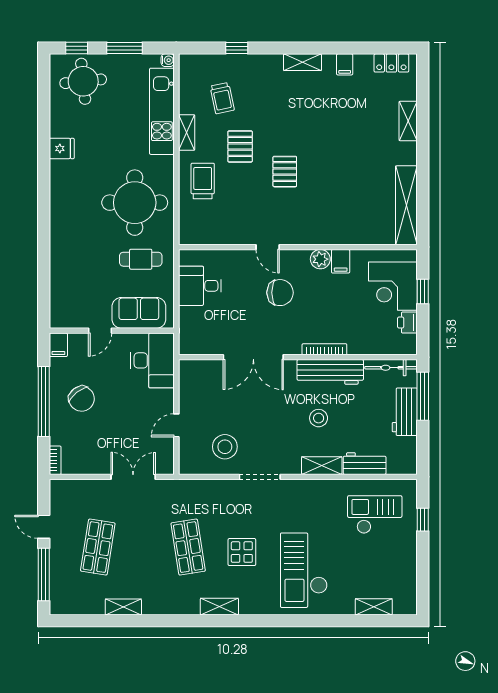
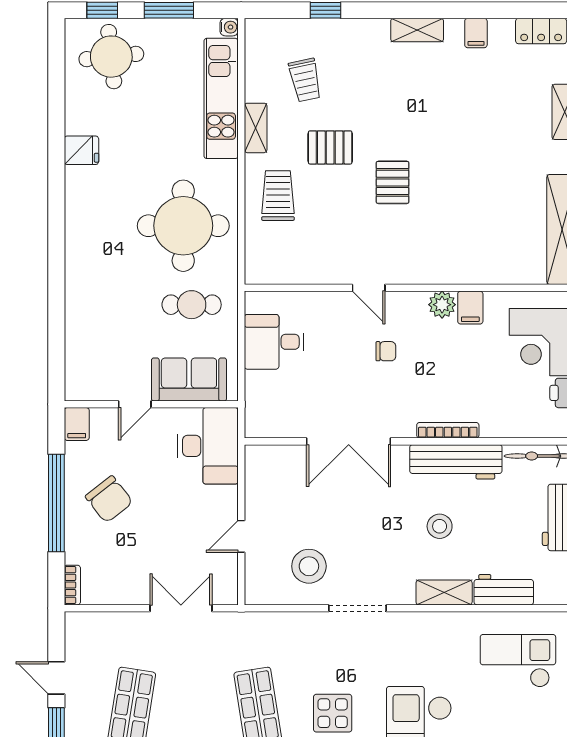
pallet: (240, 146) -> (330, 147), turned 90
chair: (280, 293) -> (386, 351), width x0.54, depth x0.54

